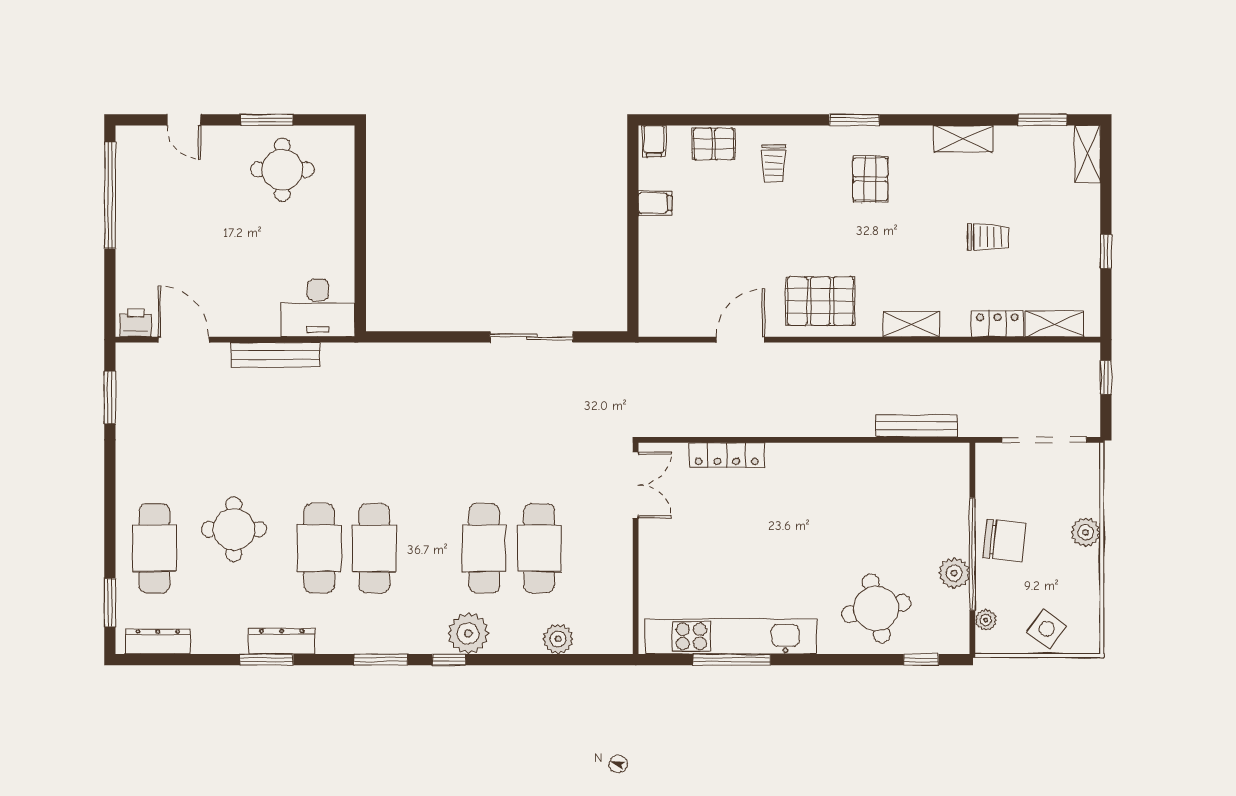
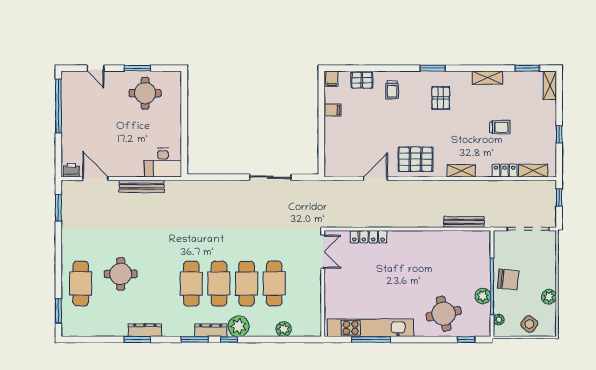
plant: (1086, 532) -> (549, 297), moved
cafe table: (319, 548) -> (219, 284), moved
dresser: (158, 641) -> (211, 330), moved

